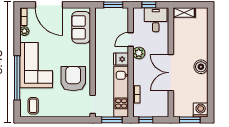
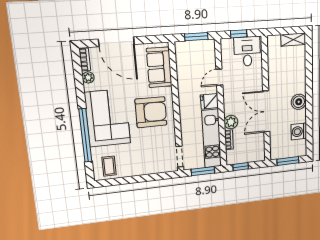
shelving: (184, 12) -> (293, 40), moved
plant: (139, 53) -> (231, 122), moved
armchair: (73, 79) -> (151, 112), moved, turned 90
washing machine: (201, 110) -> (299, 131), moved, turned -90

